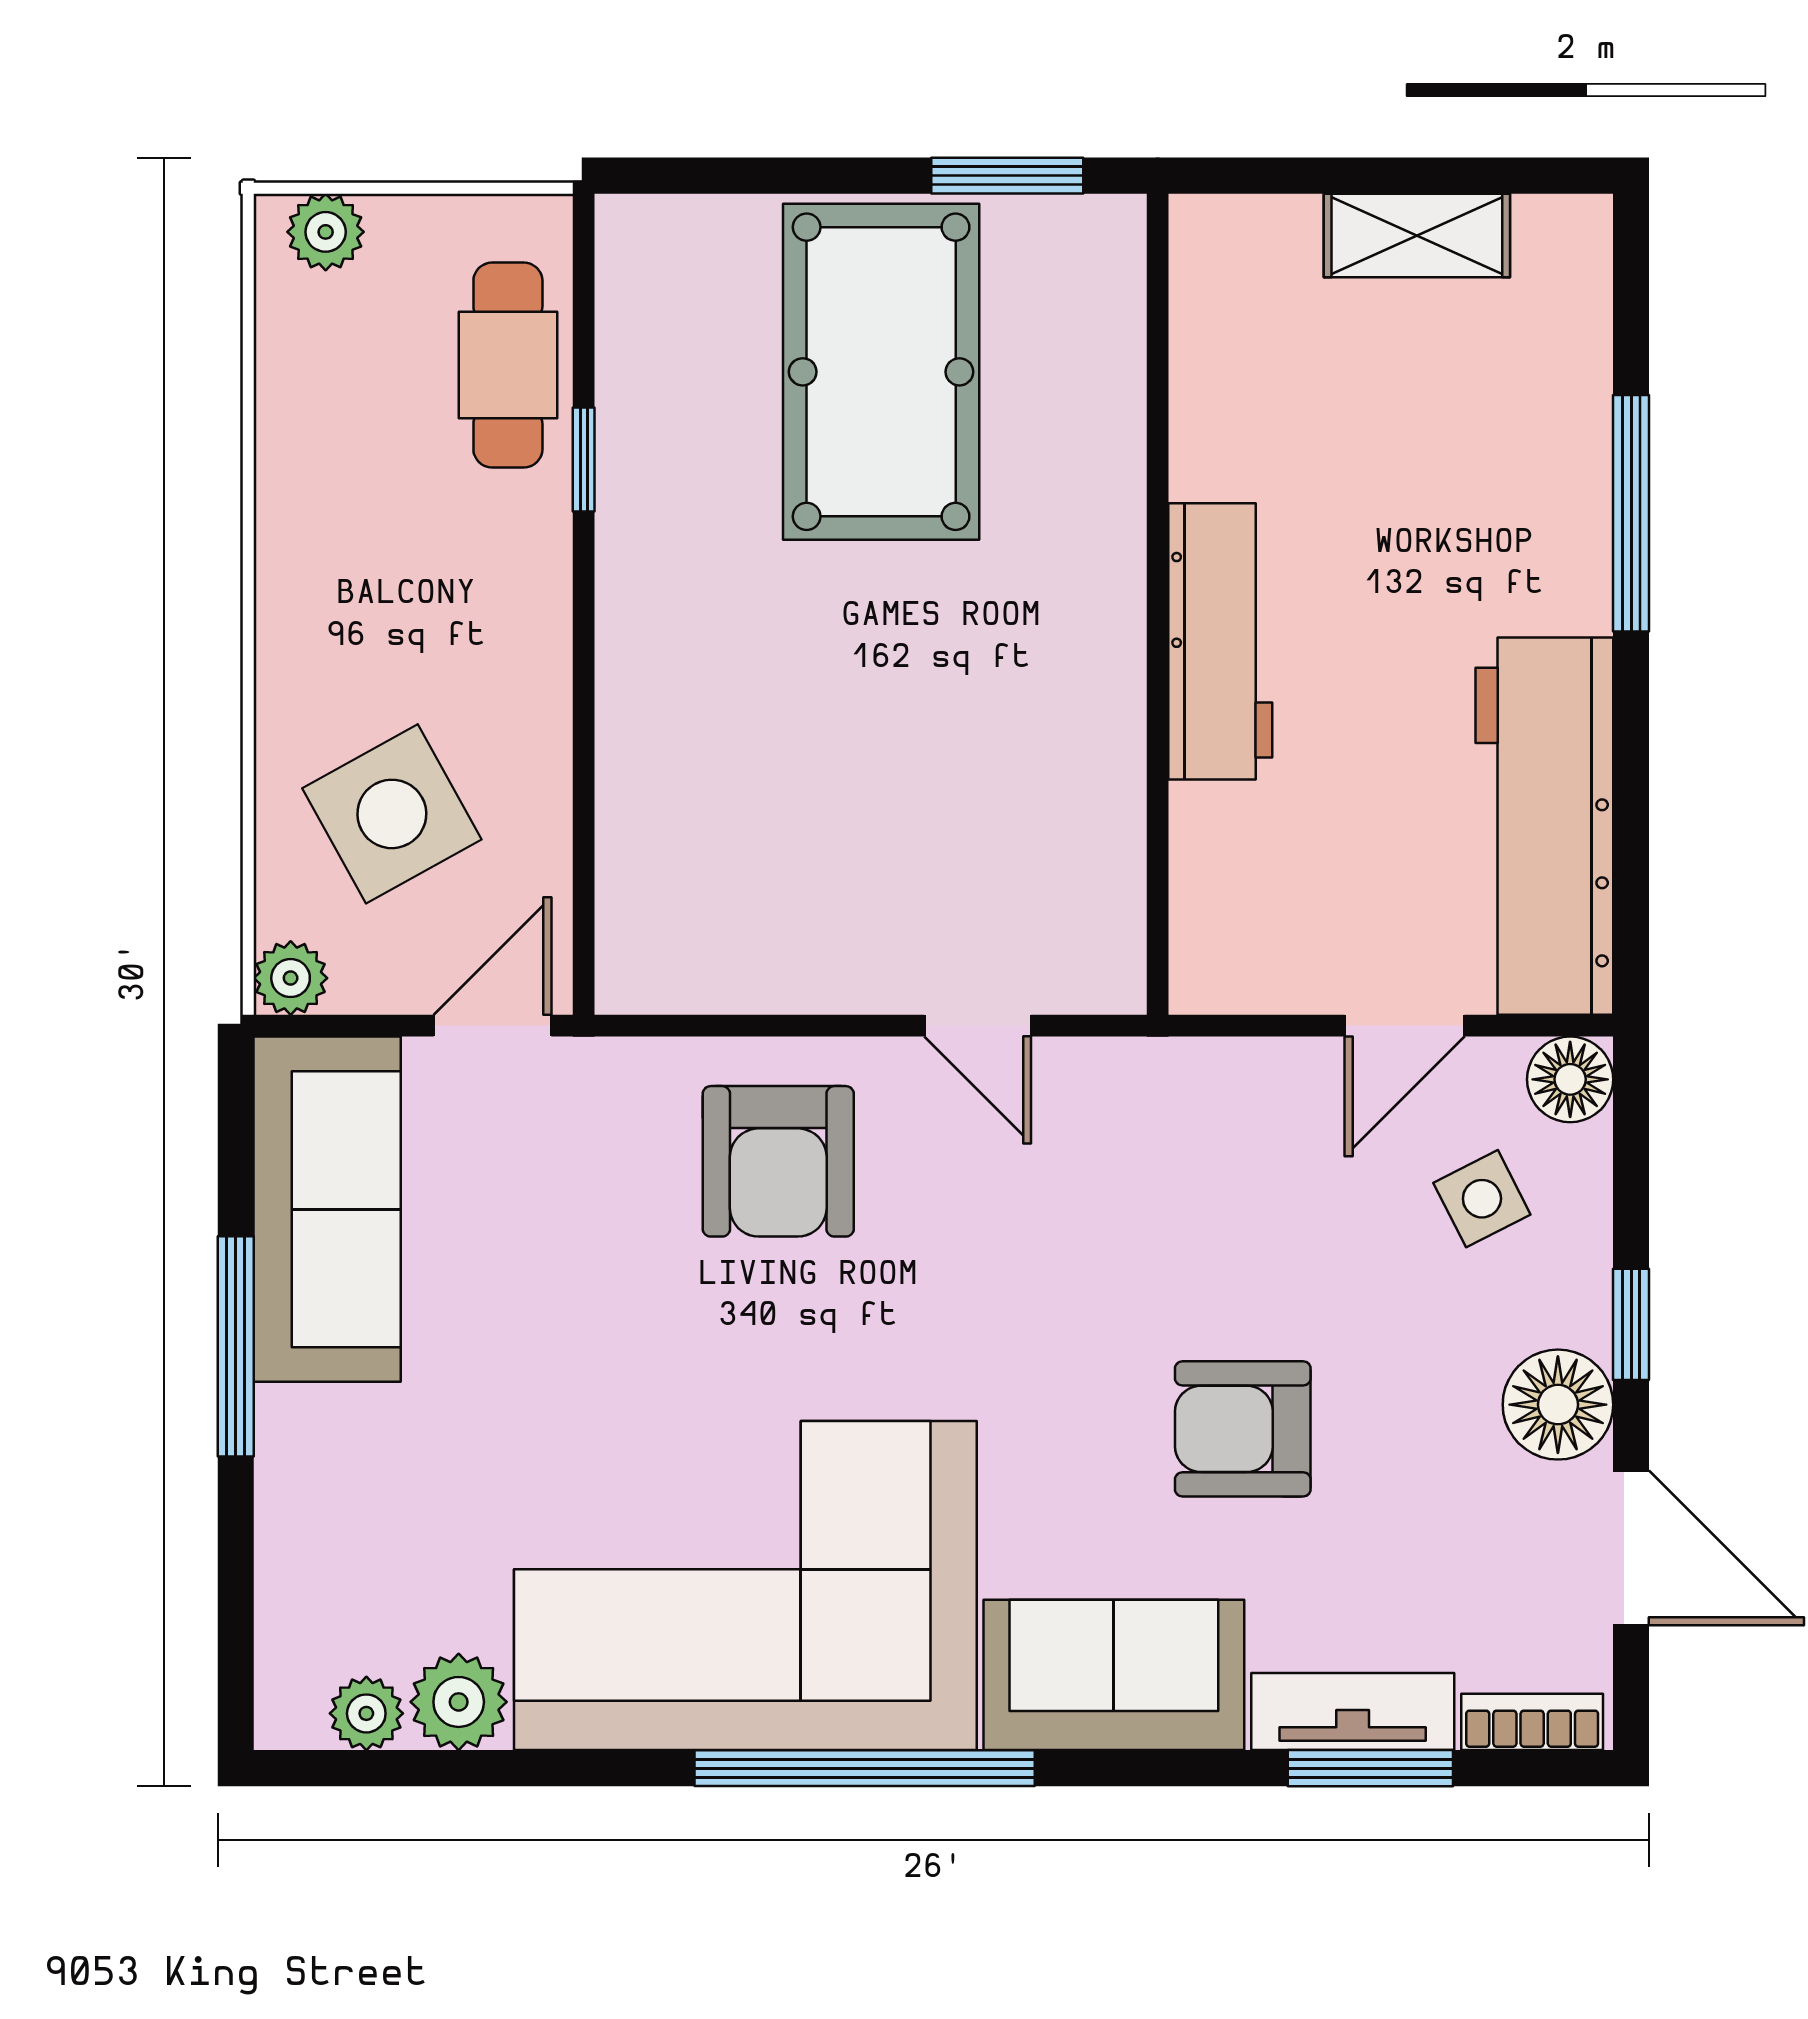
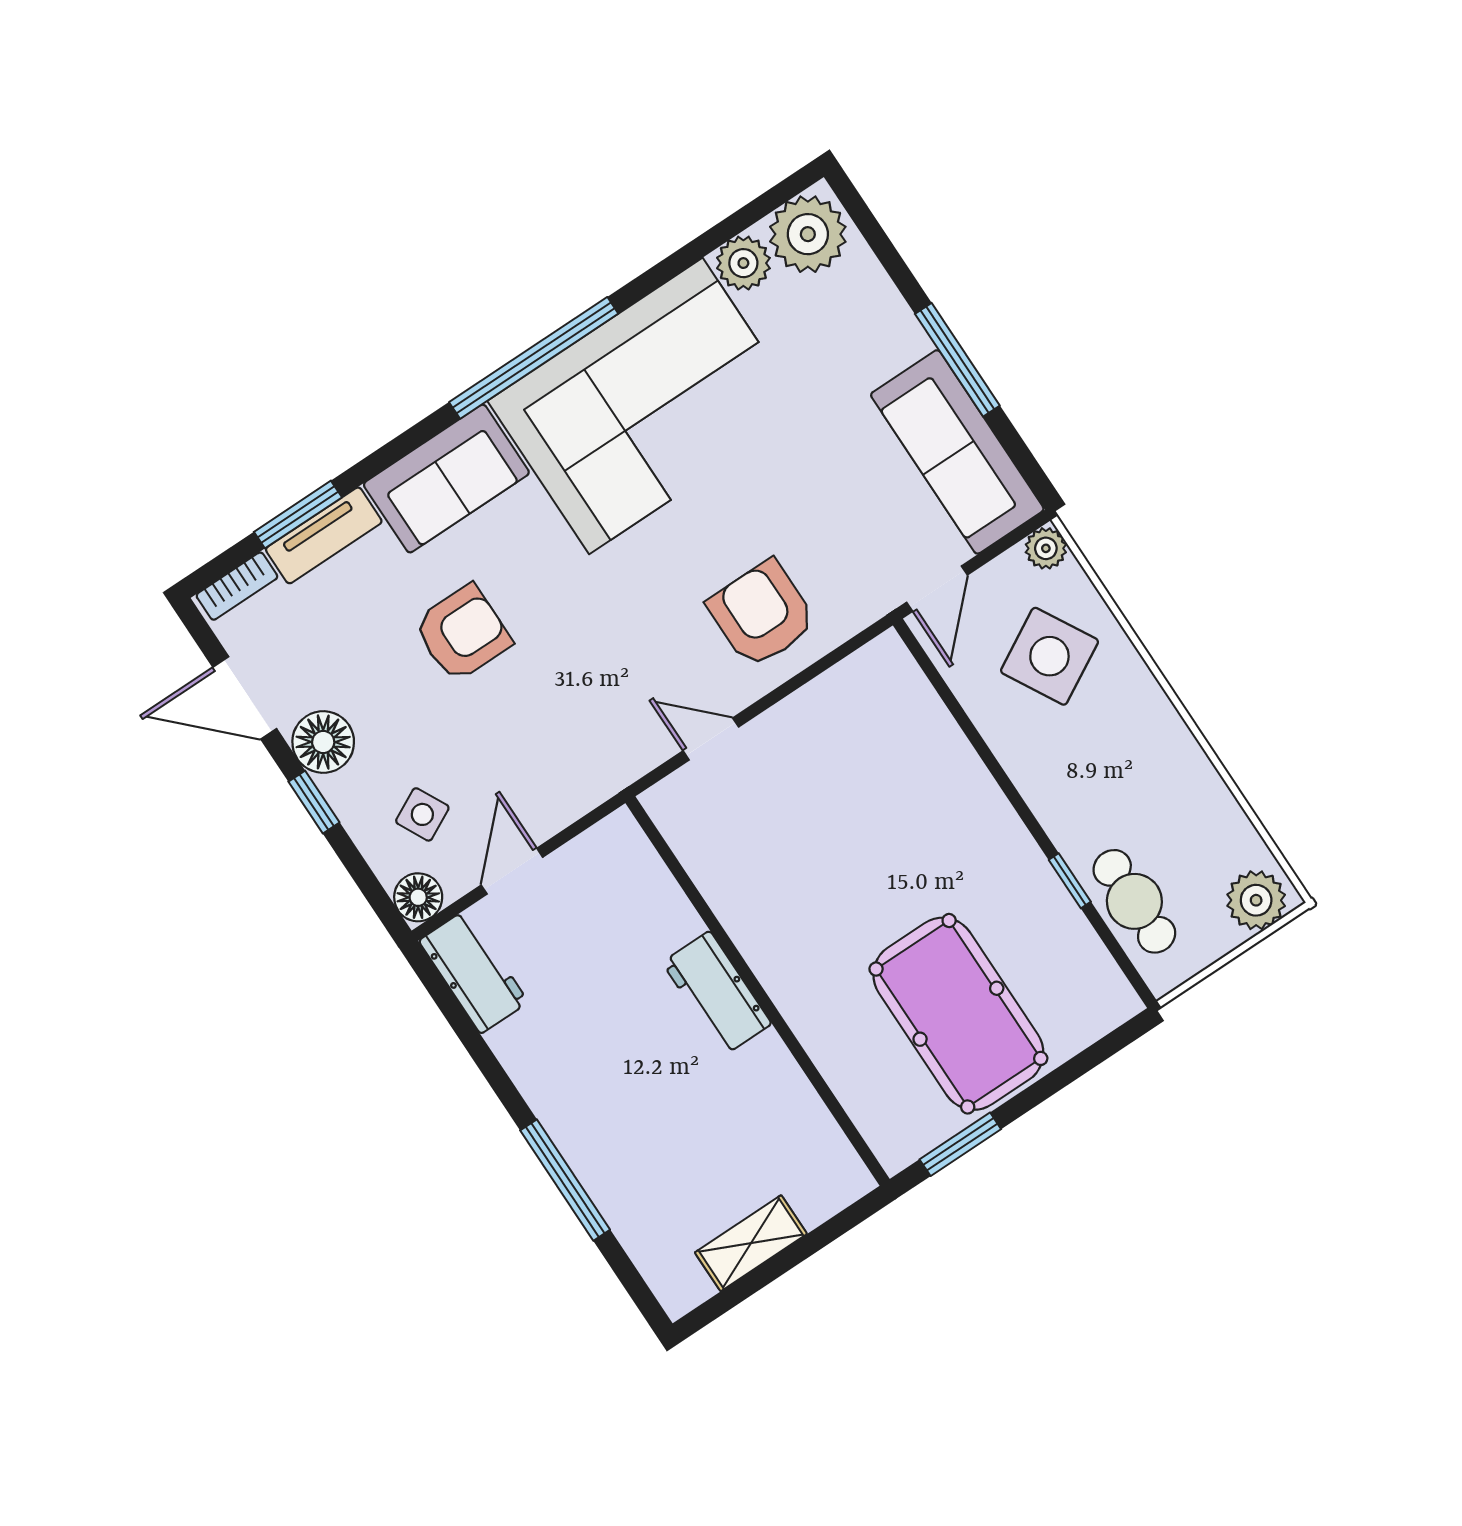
plant: (326, 232) -> (1256, 900), width x1.38, depth x1.38
workbench: (1220, 641) -> (717, 993), width x0.73
workbench: (1544, 826) -> (474, 971), width x0.53, depth x0.76
plant: (366, 1713) -> (808, 234), width x1.88, depth x1.88

